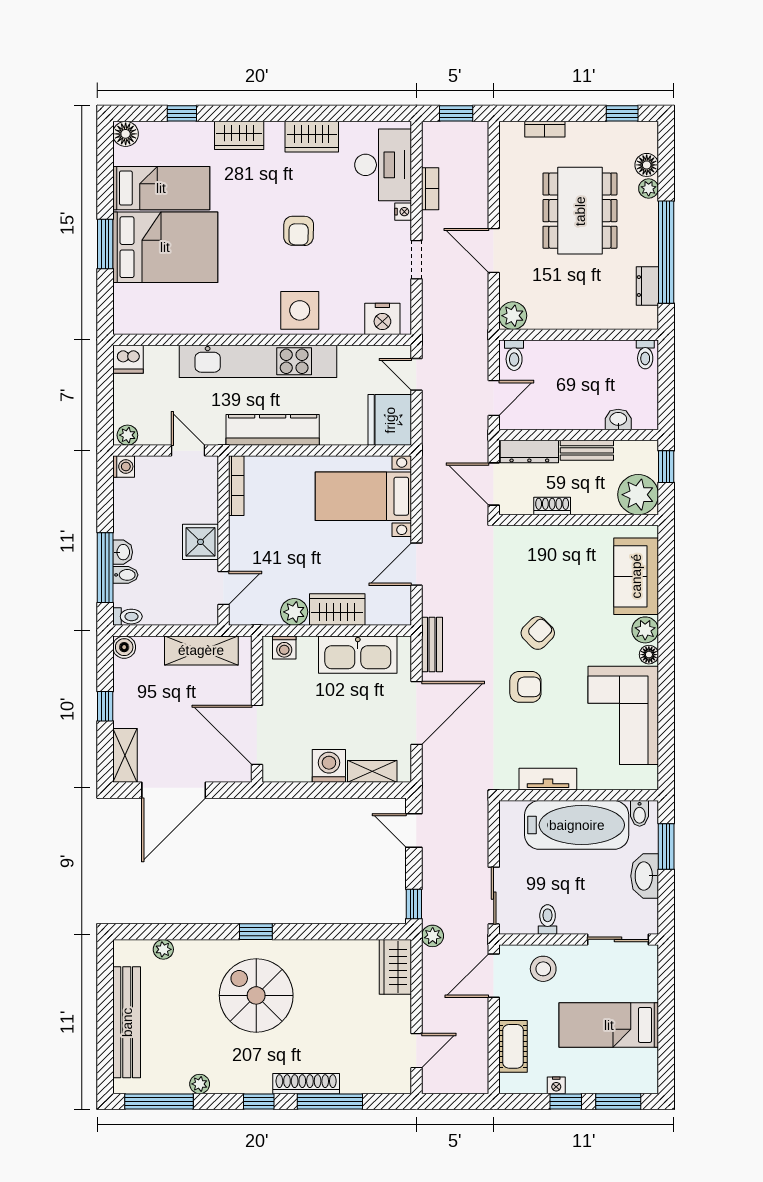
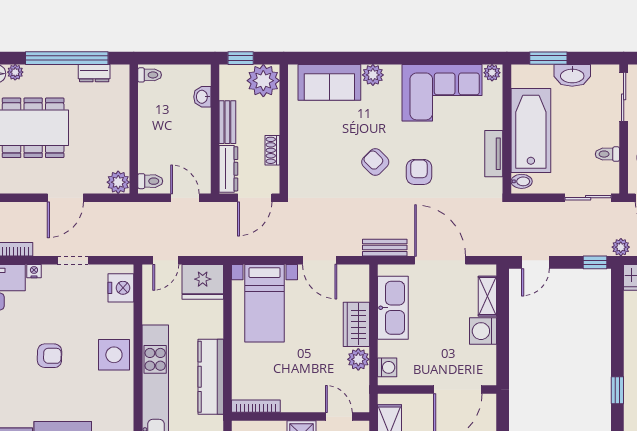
floor lamp: (649, 655) -> (393, 72), removed
plant: (648, 777) -> (492, 73), added
bidet: (640, 813) -> (522, 181), moved

